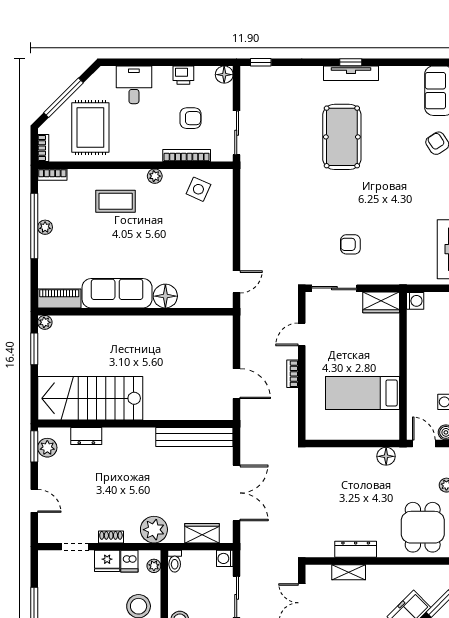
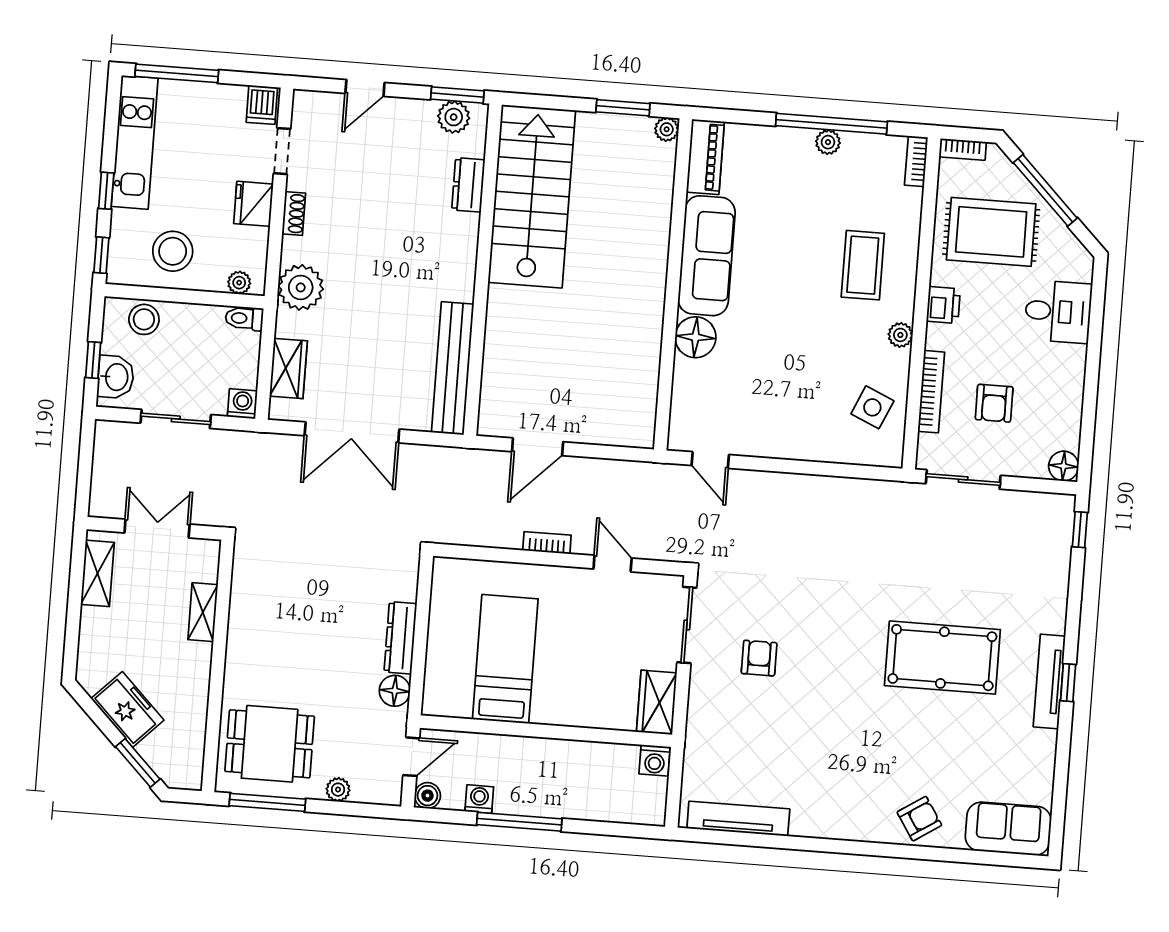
printer: (183, 75) -> (943, 305), moved, turned 180
dresser: (356, 549) -> (400, 638), moved, turned 180
dishwasher: (129, 561) -> (262, 105), moved, turned -90

